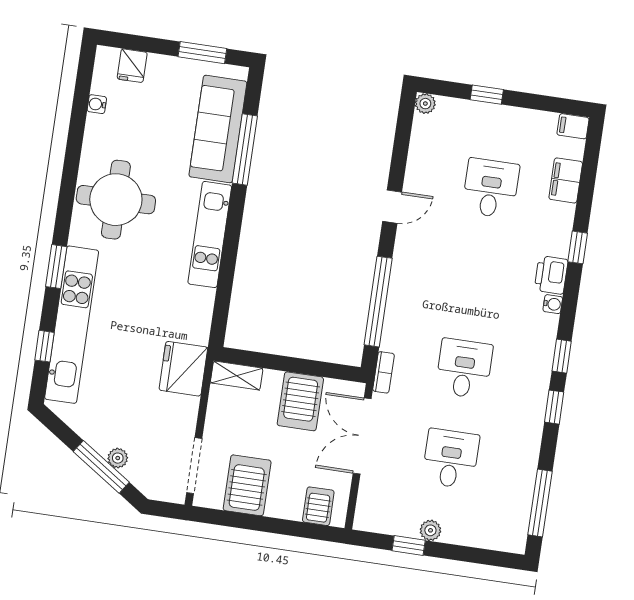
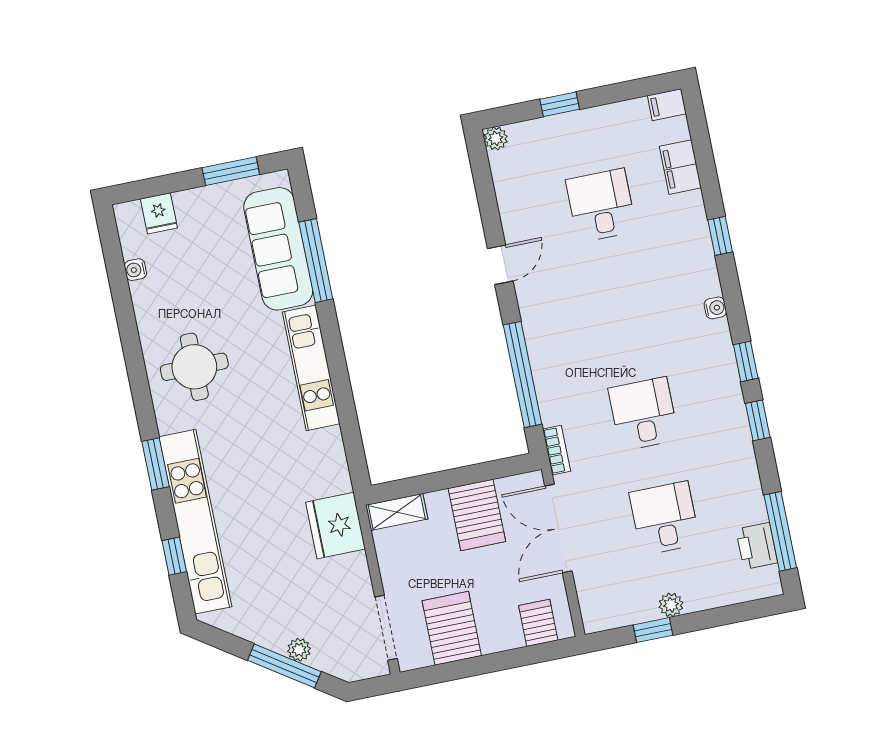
round table: (116, 200) -> (194, 367), width x0.73, depth x0.73
printer: (551, 275) -> (757, 546), moved

